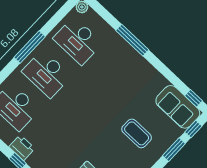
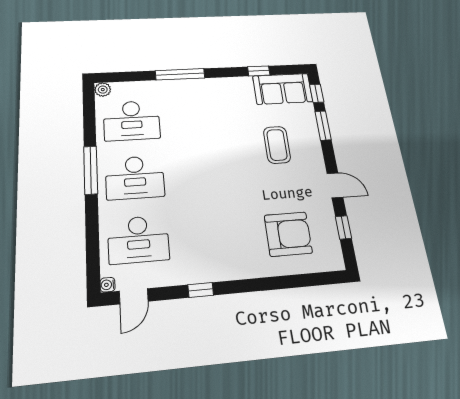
window: (194, 98) -> (259, 71), moved
coffee table: (137, 133) -> (277, 145), turned 90
printer: (22, 148) -> (190, 272), removed

